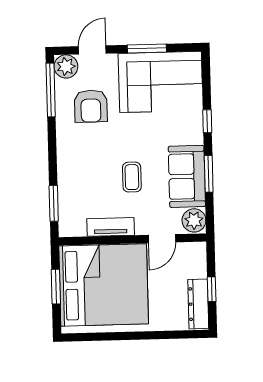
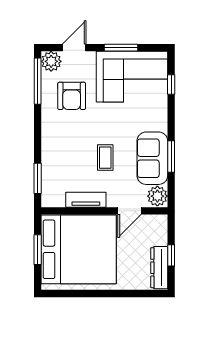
window: (207, 121) -> (171, 84), moved

